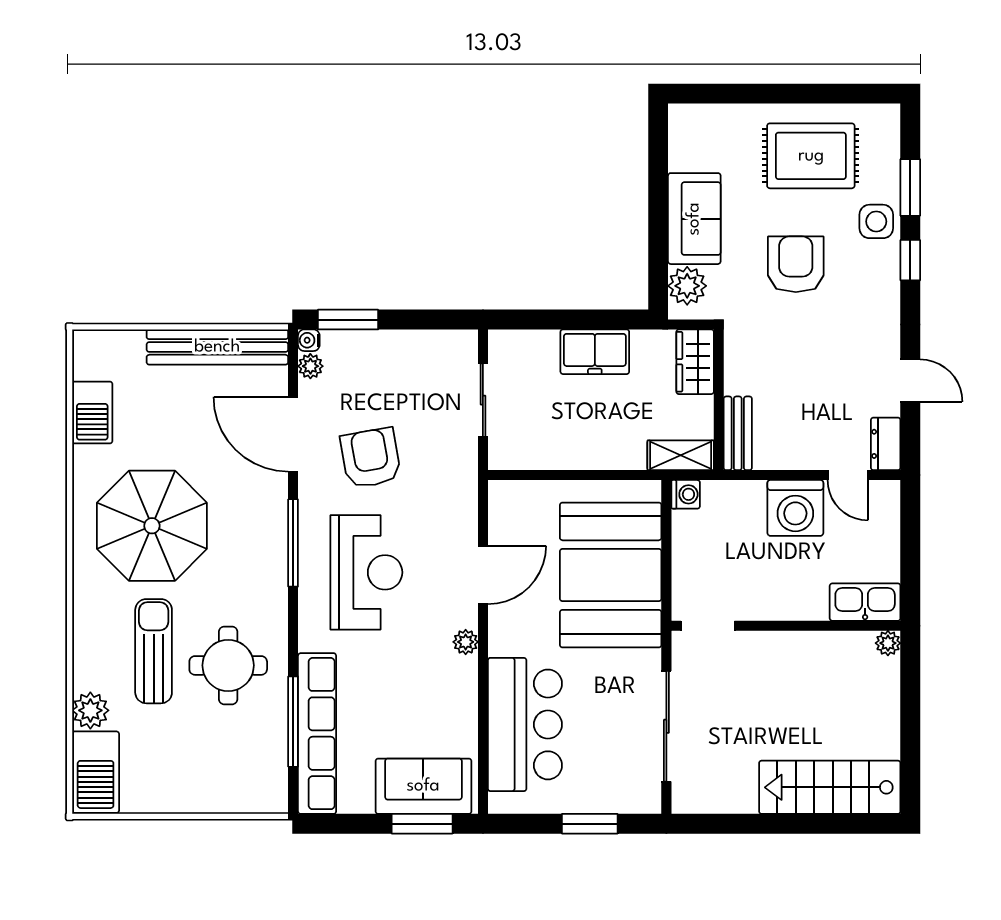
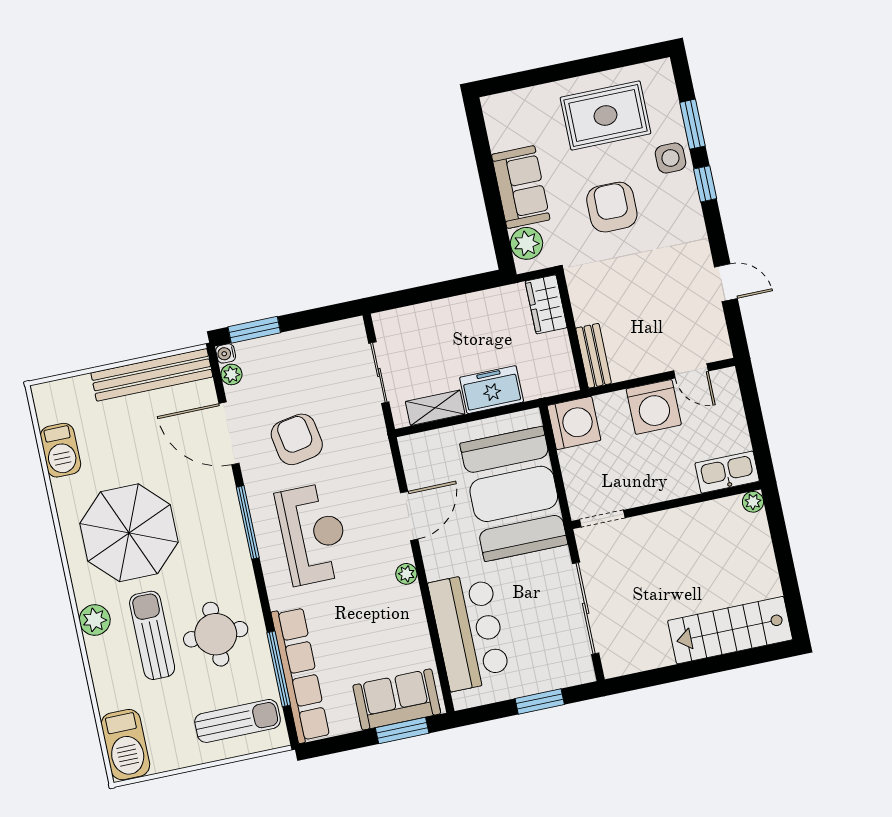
freezer: (595, 352) -> (492, 390), moved, turned 180
dresser: (886, 444) -> (717, 339), removed
shelving: (681, 455) -> (435, 408), moved
washing machine: (686, 494) -> (574, 423), width x1.89, depth x1.89
plant: (90, 710) -> (95, 620), moved
sun lounger: (232, 772) -> (238, 721), added

